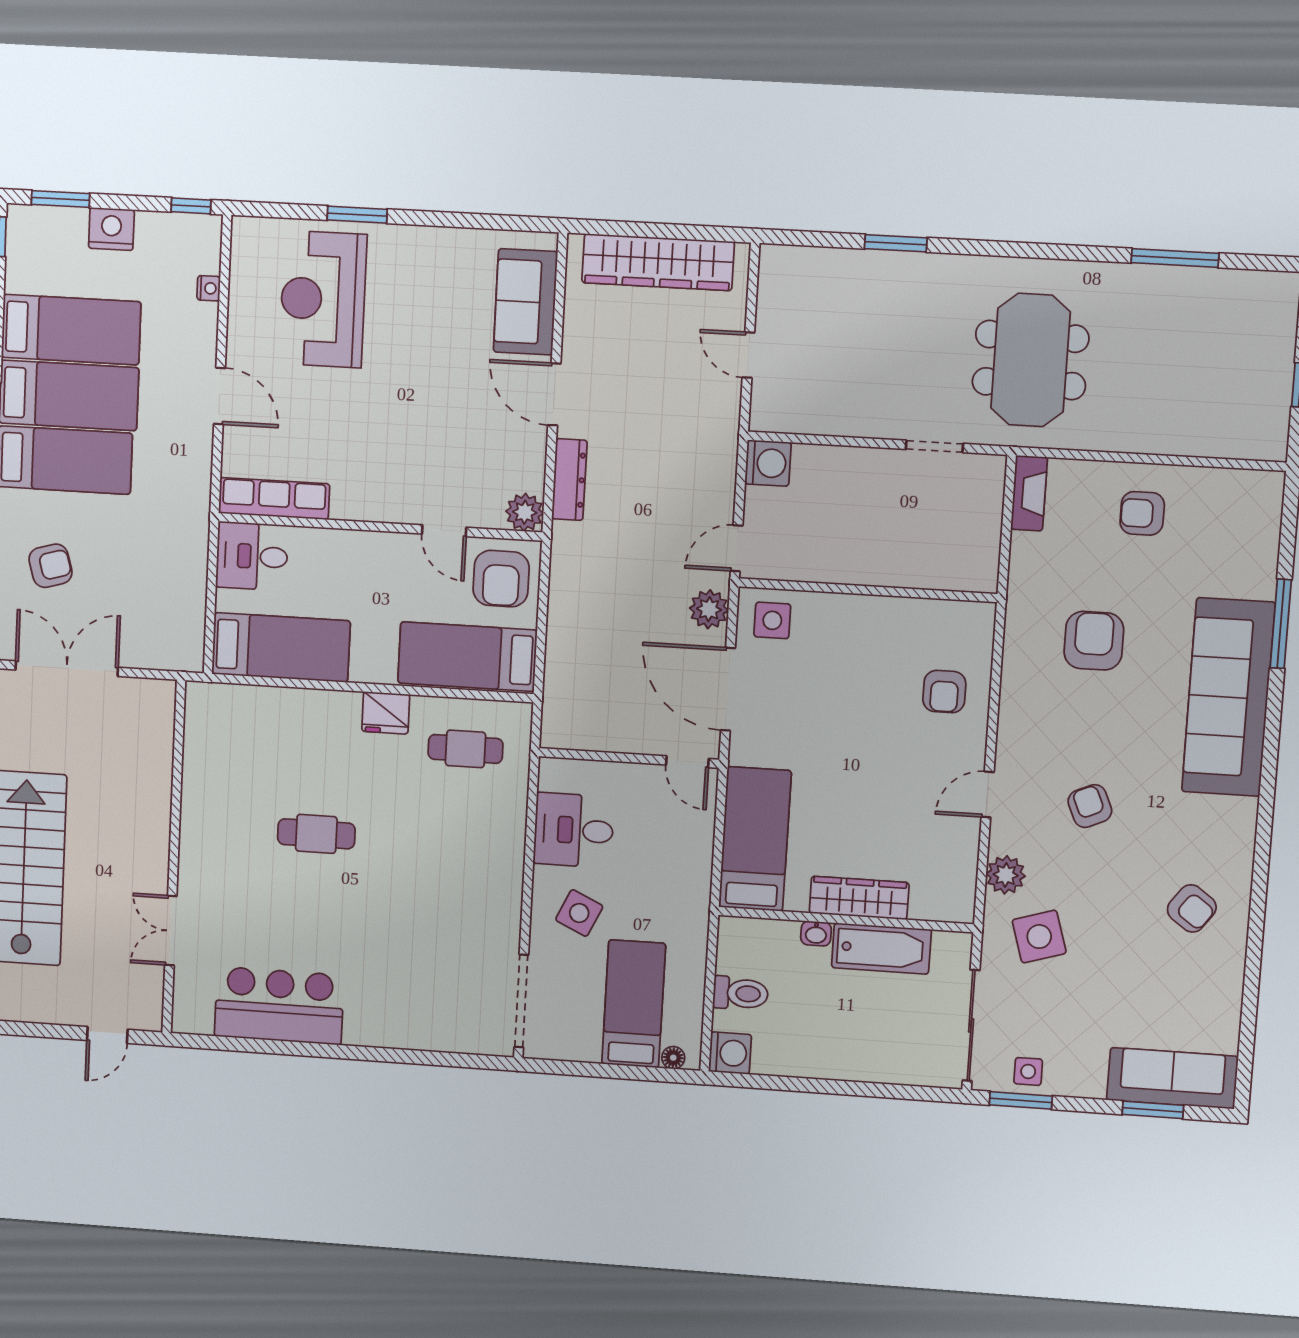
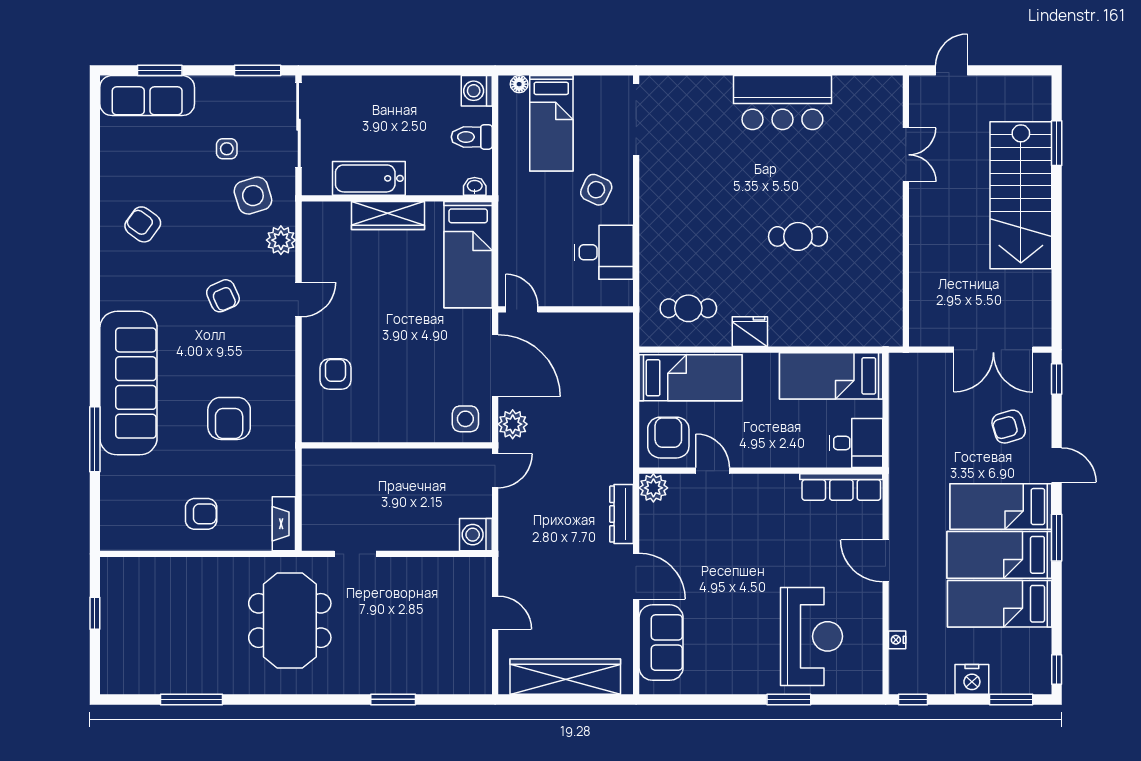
washbasin: (816, 933) -> (475, 186), moved
bar counter: (279, 1006) -> (782, 103), moved
side table: (1028, 1071) -> (227, 149), moved

